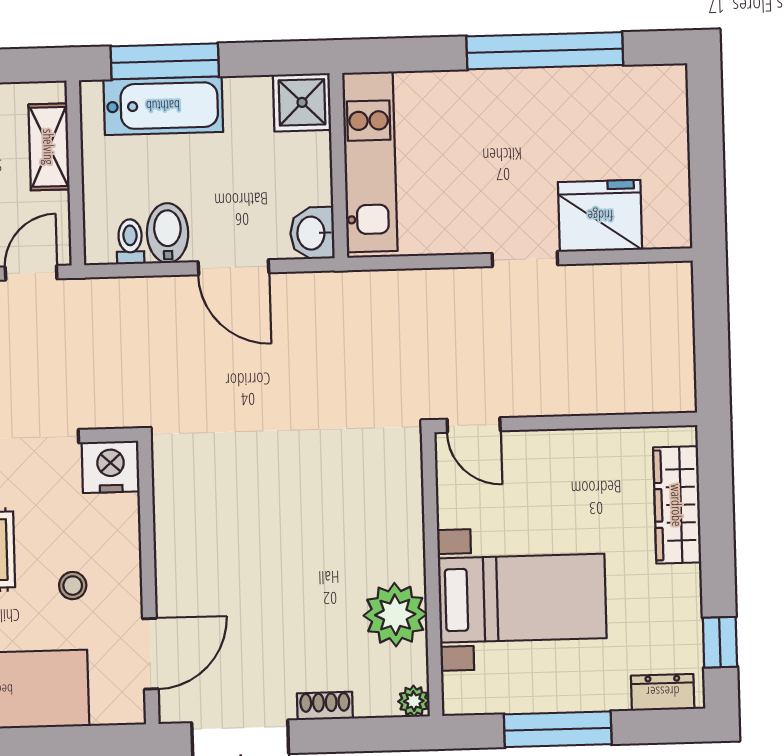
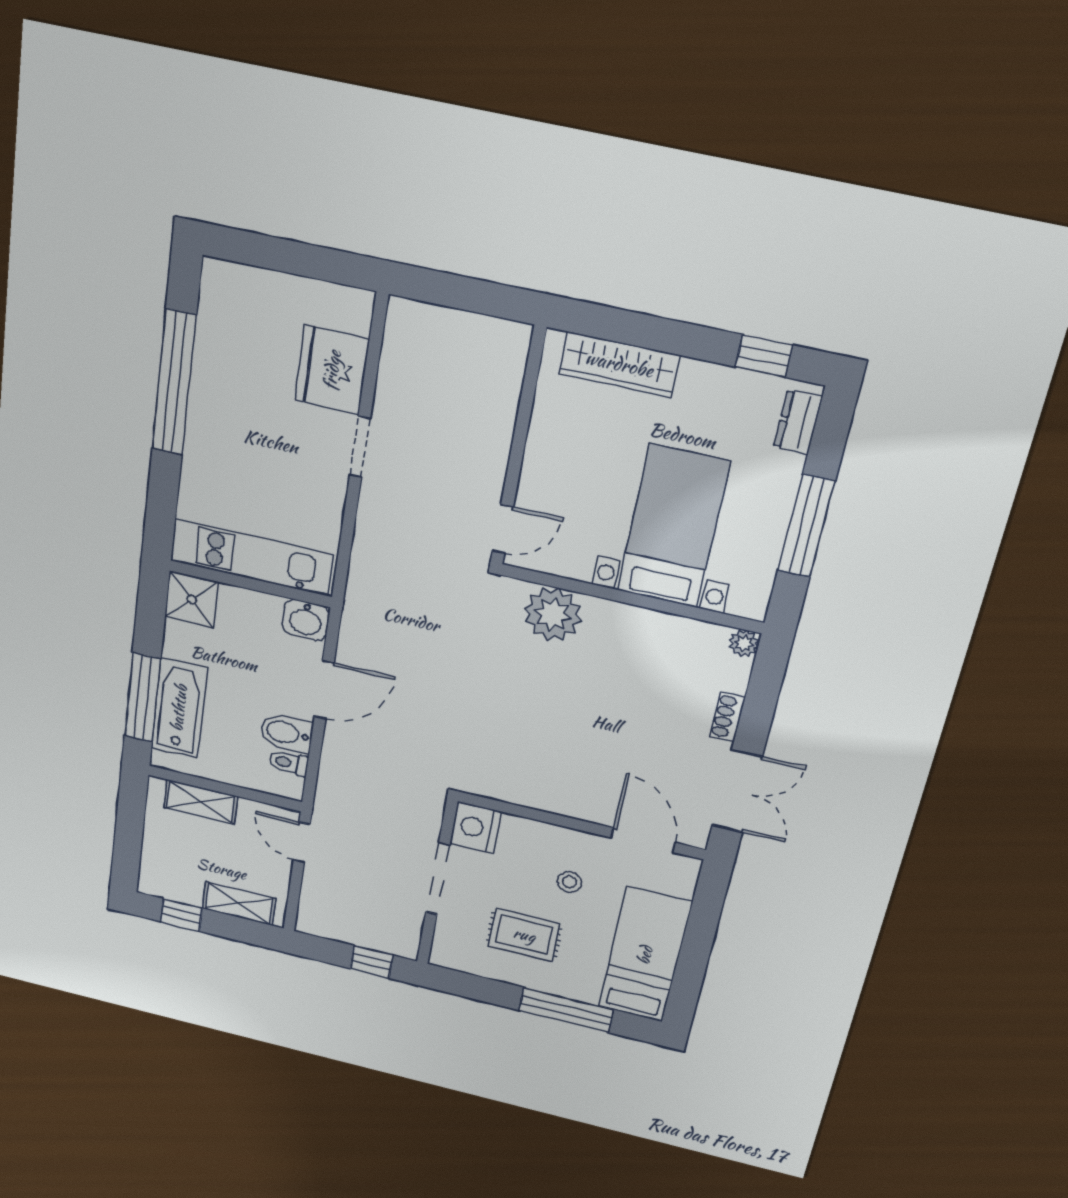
plant: (395, 615) -> (553, 614), moved

